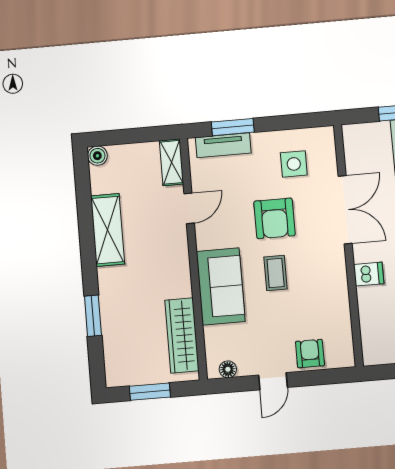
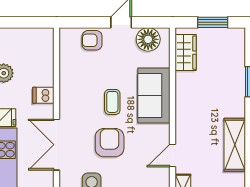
wardrobe: (182, 335) -> (186, 53), width x0.67
armchair: (310, 354) -> (92, 40), turned 90
floor lamp: (228, 369) -> (148, 39), width x1.89, depth x1.89

